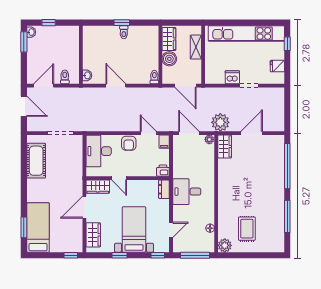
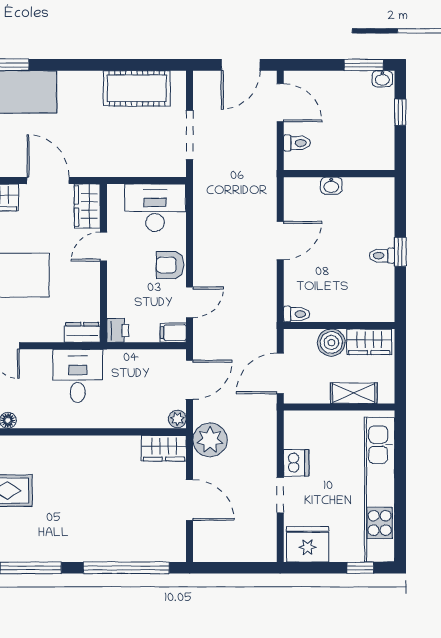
fridge: (277, 66) -> (308, 544), width x1.88, depth x1.34
washbasin: (87, 75) -> (331, 186), moved

